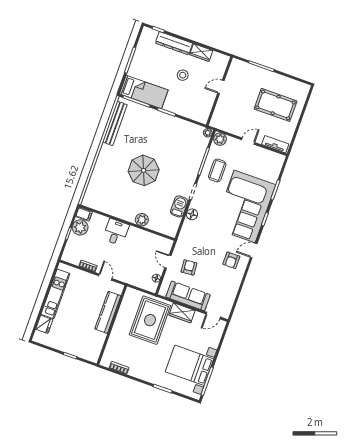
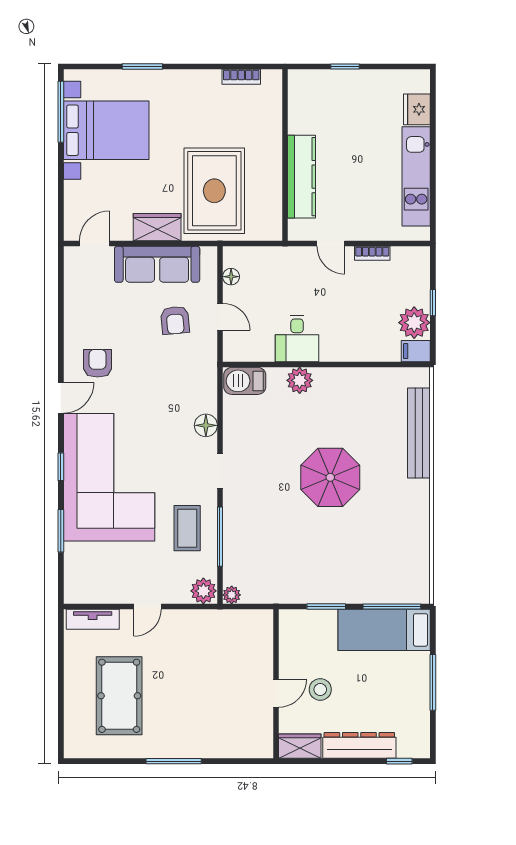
door: (221, 87) -> (276, 693), moved
wall: (219, 91) -> (276, 684), moved
pool table: (276, 105) -> (119, 696), turned 90
bench: (115, 123) -> (419, 433), moved
barbecue: (179, 206) -> (245, 381), moved, turned 90
desk: (116, 232) -> (297, 338), moved

